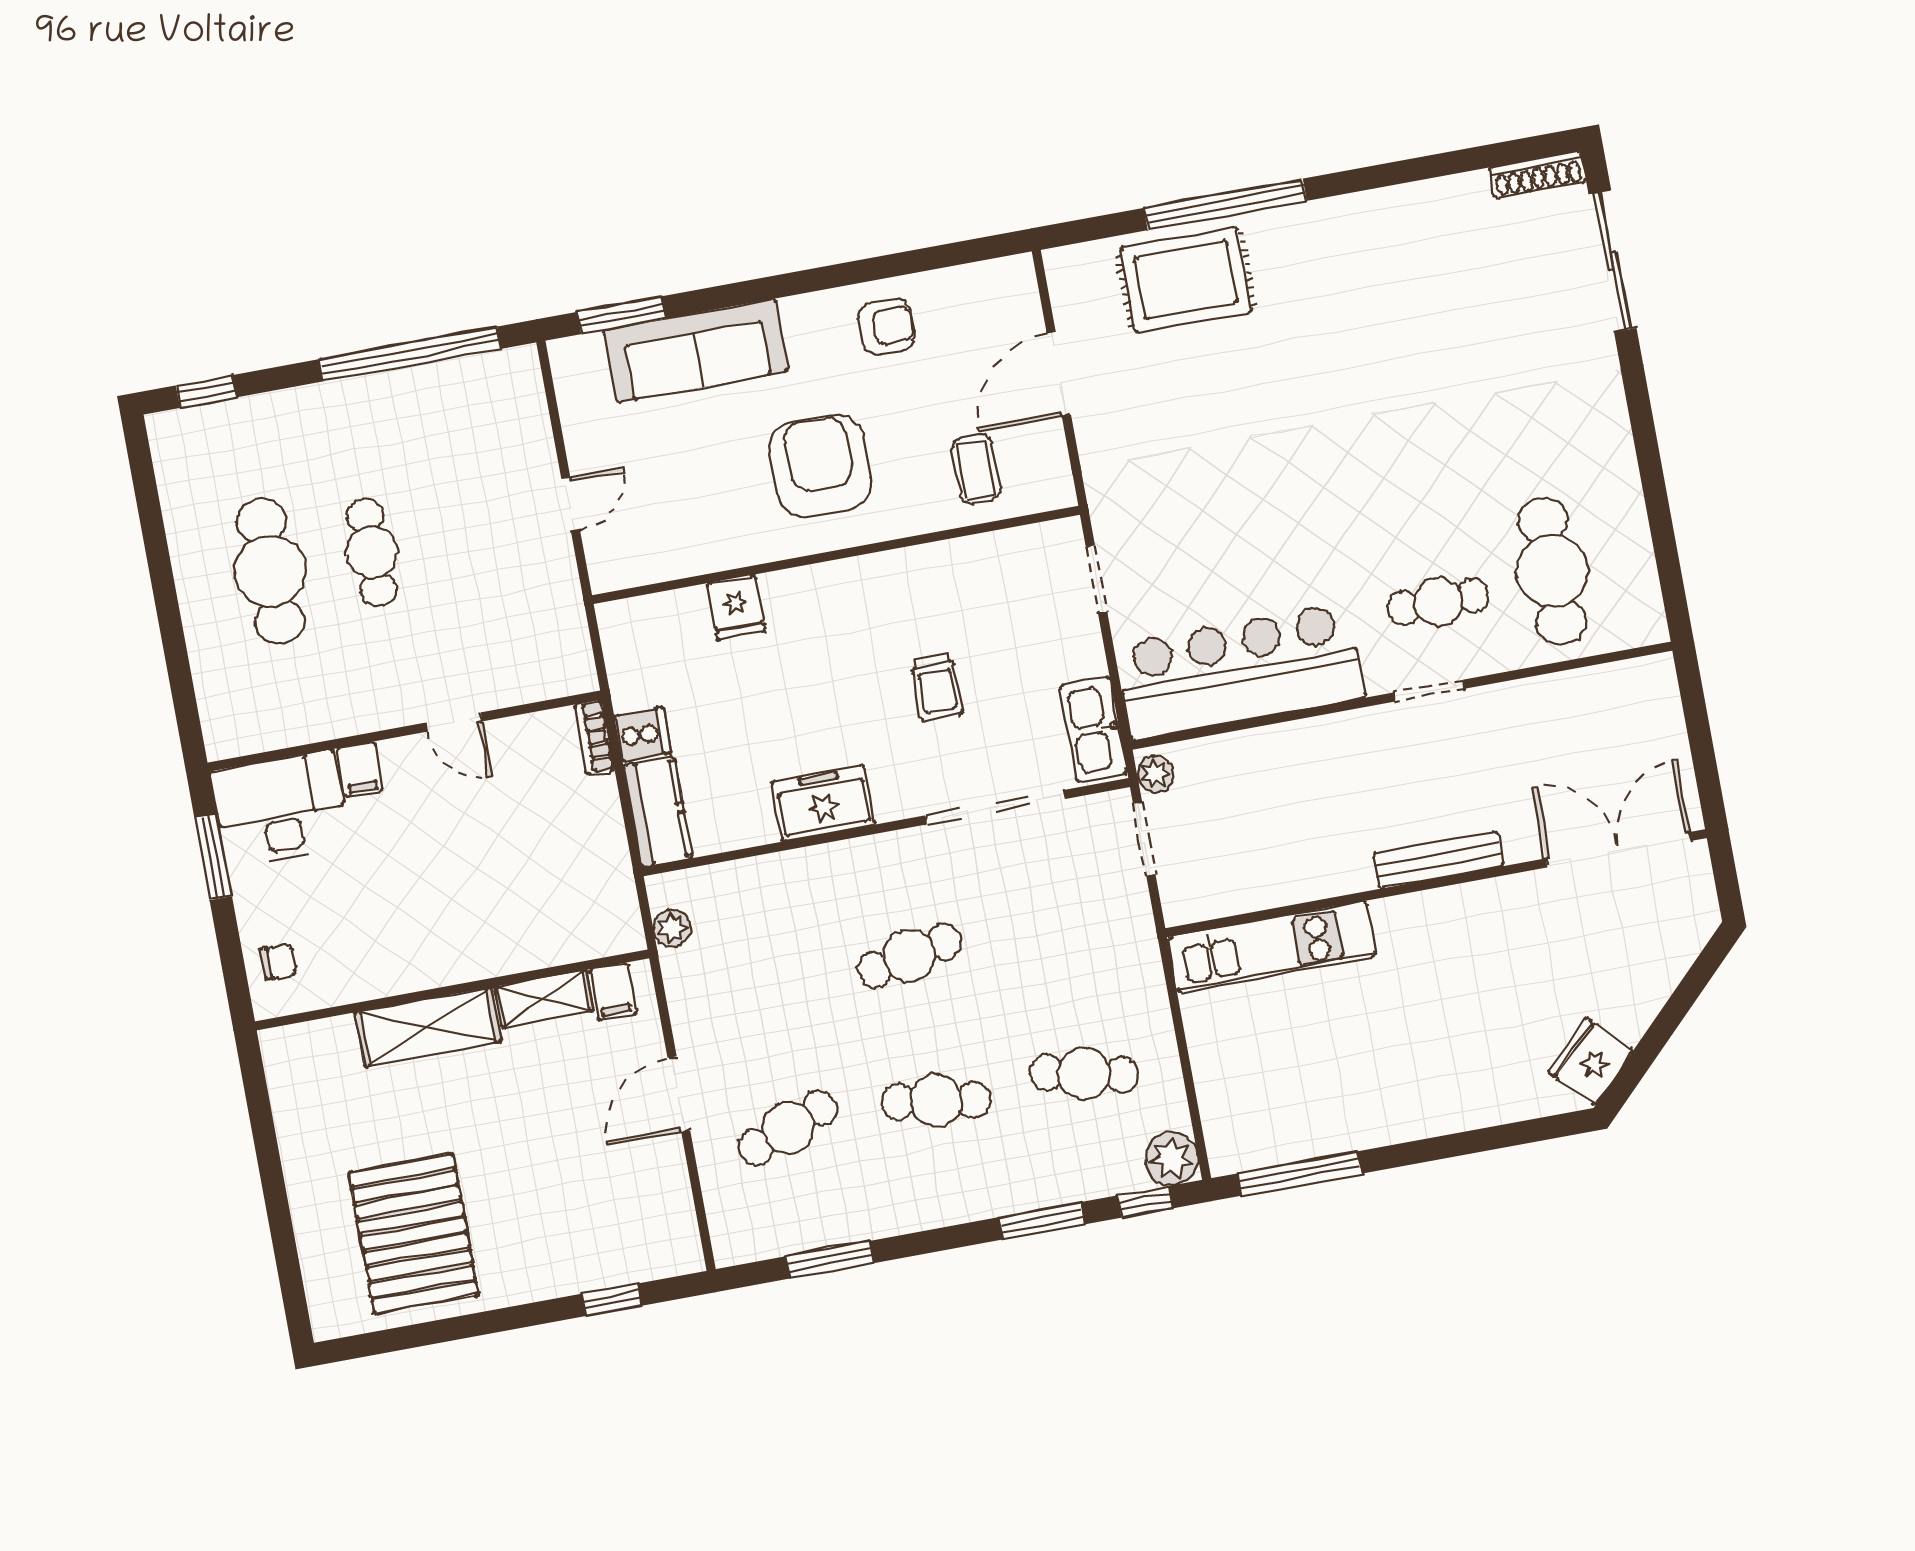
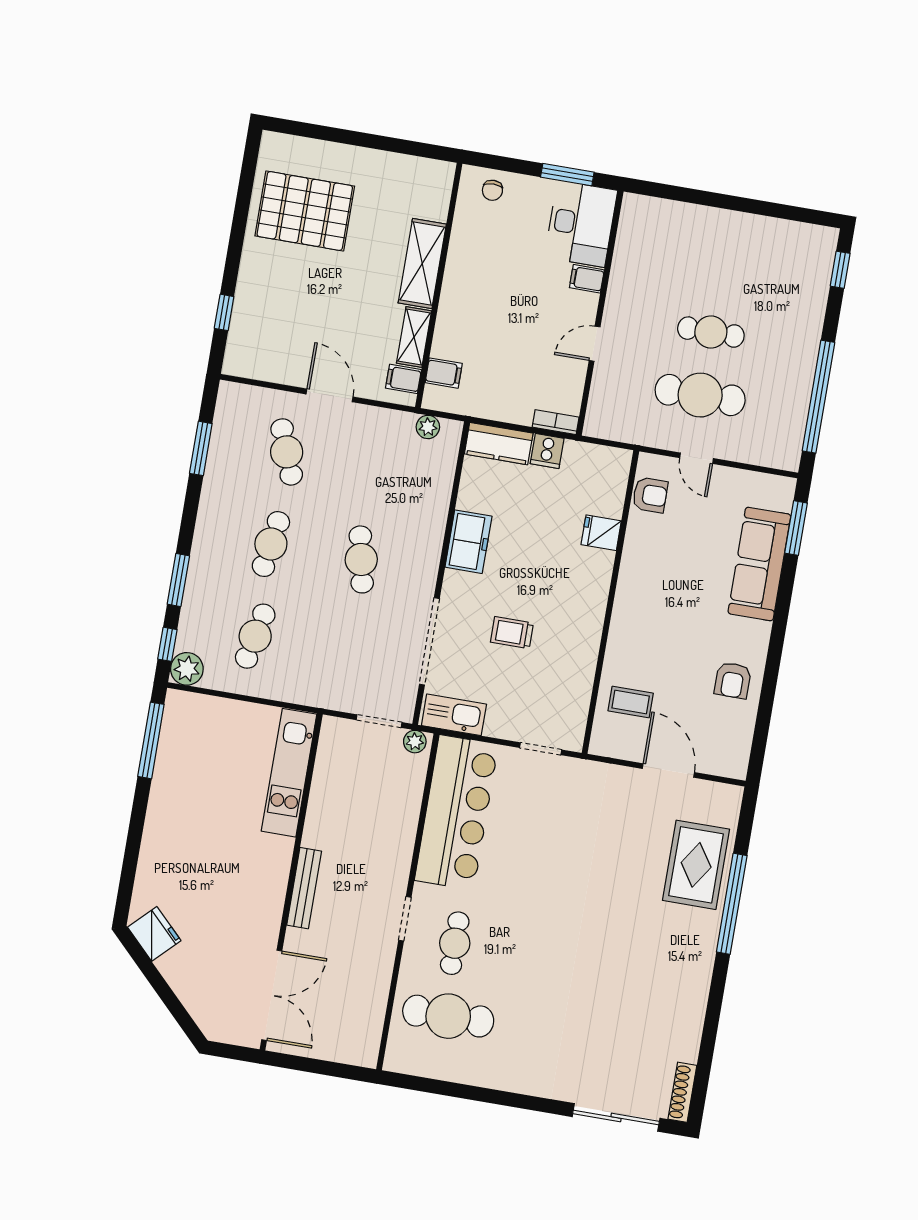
armchair: (820, 466) -> (650, 495), moved, width x0.53, depth x0.53
cafe table: (271, 571) -> (700, 395), moved
filing cabinet: (582, 934) -> (444, 373), added

